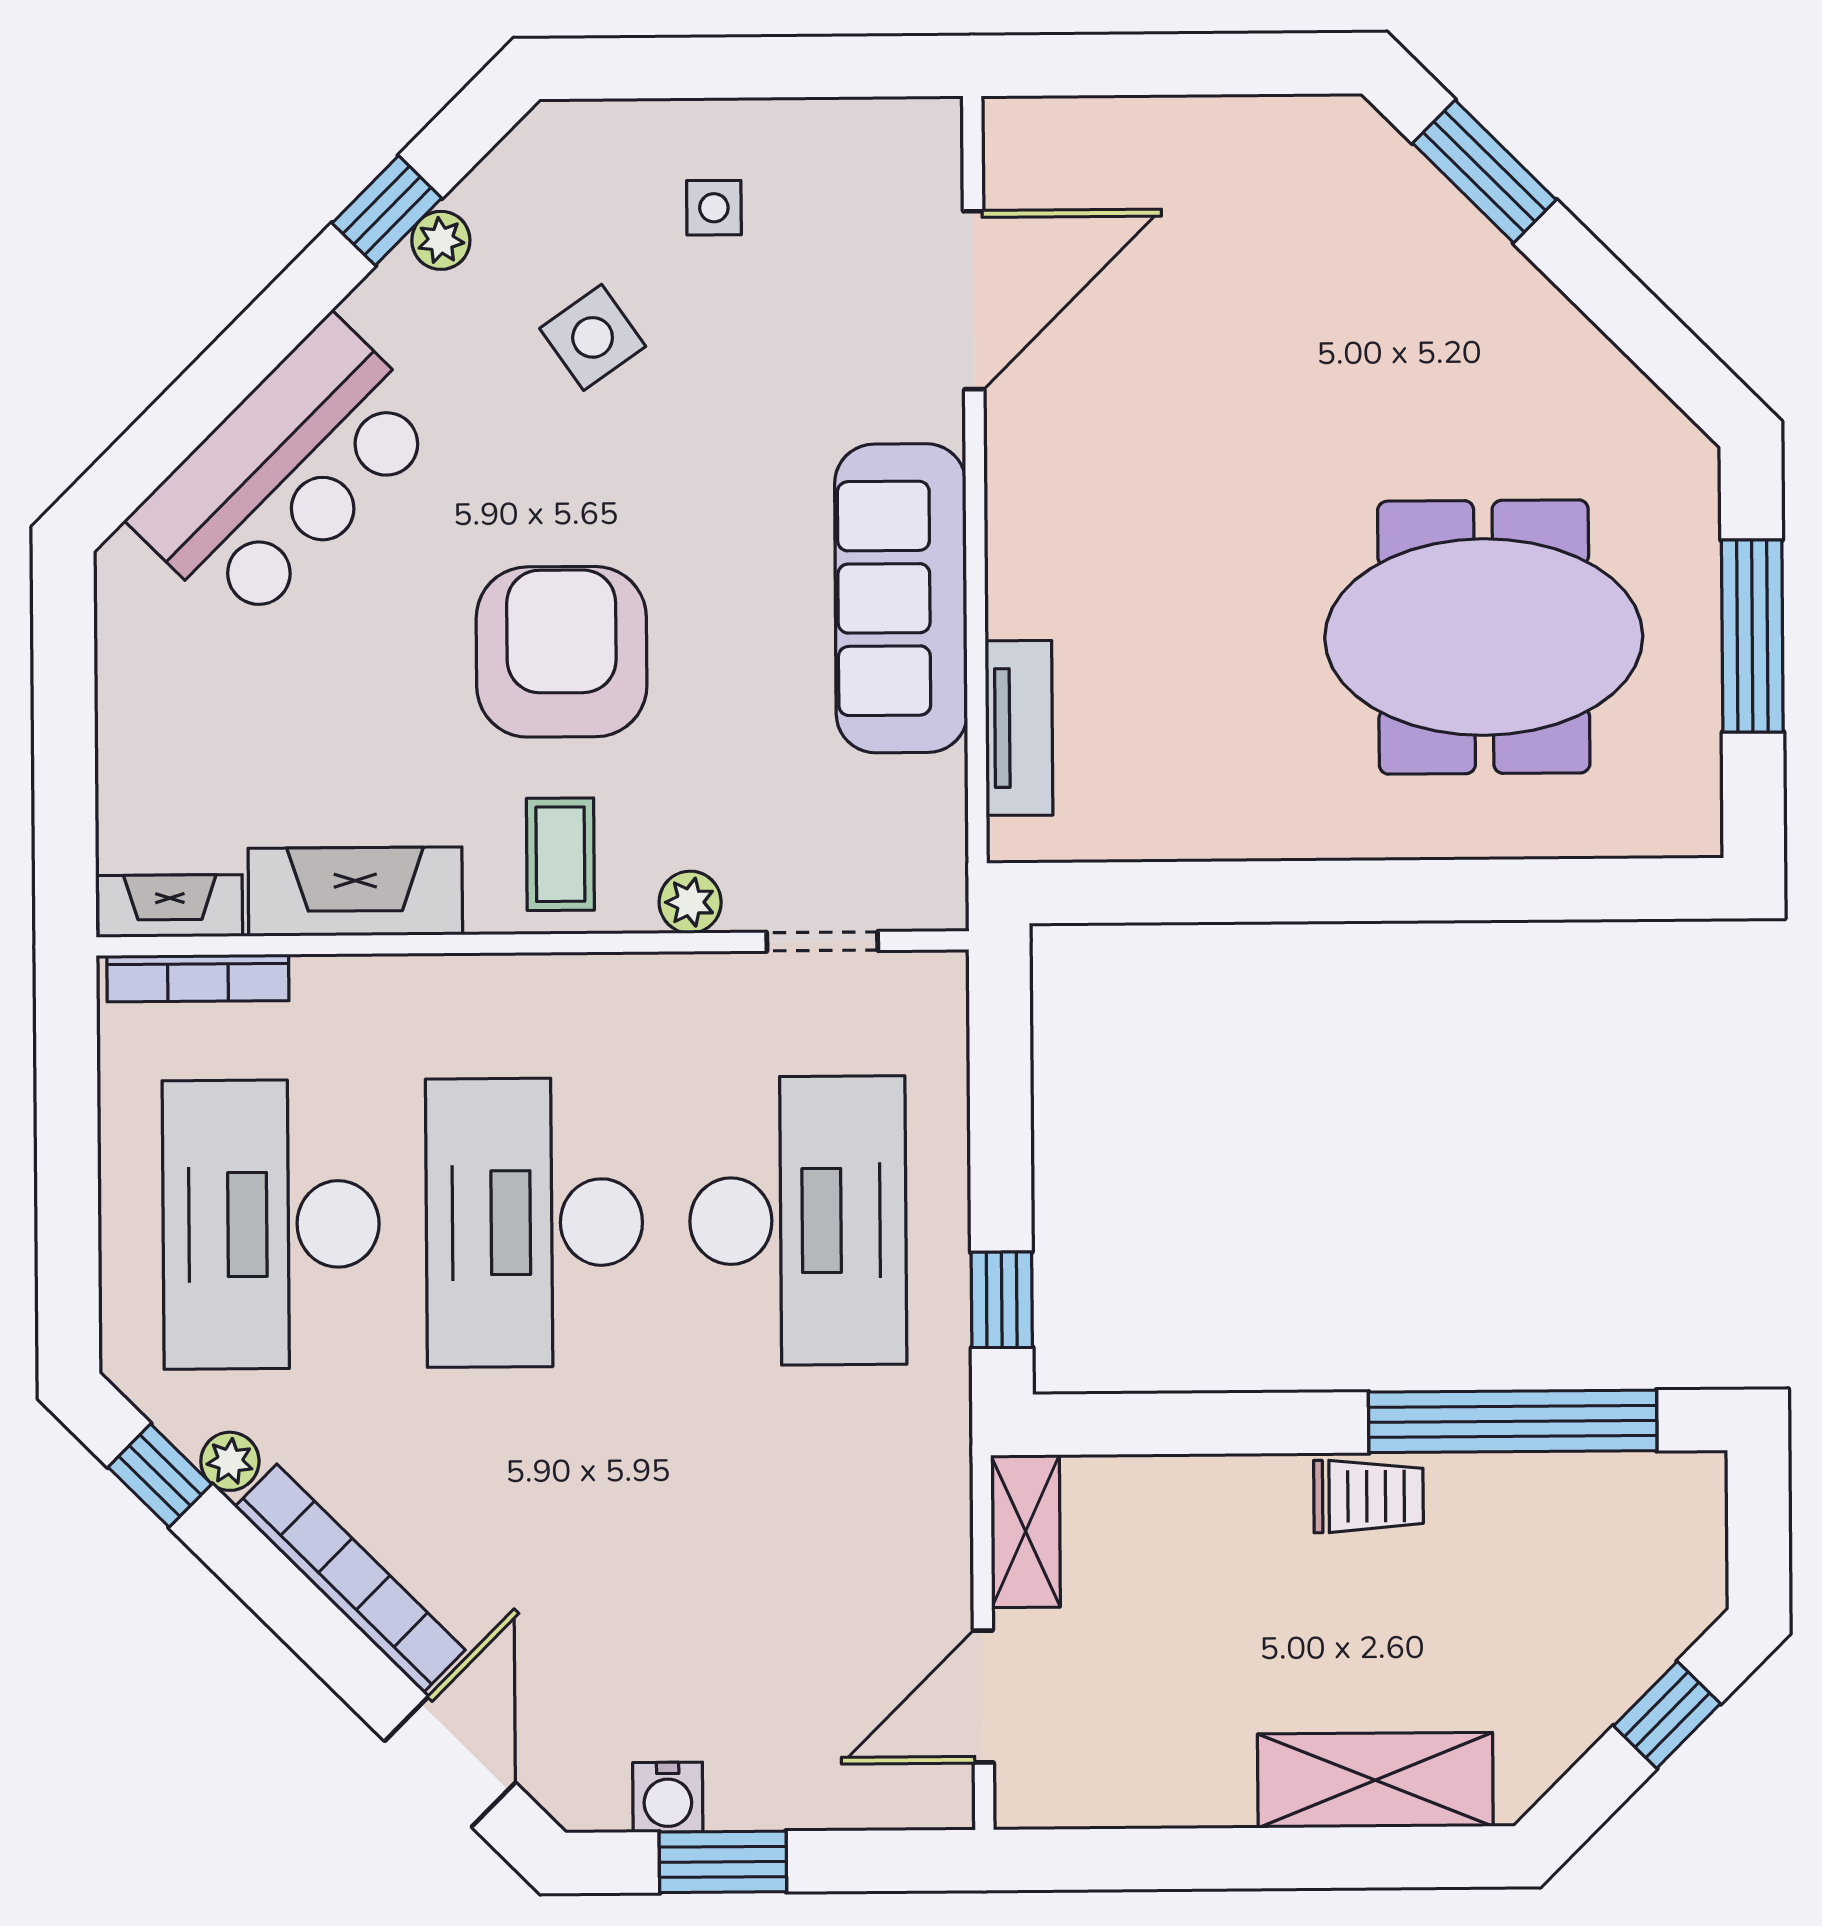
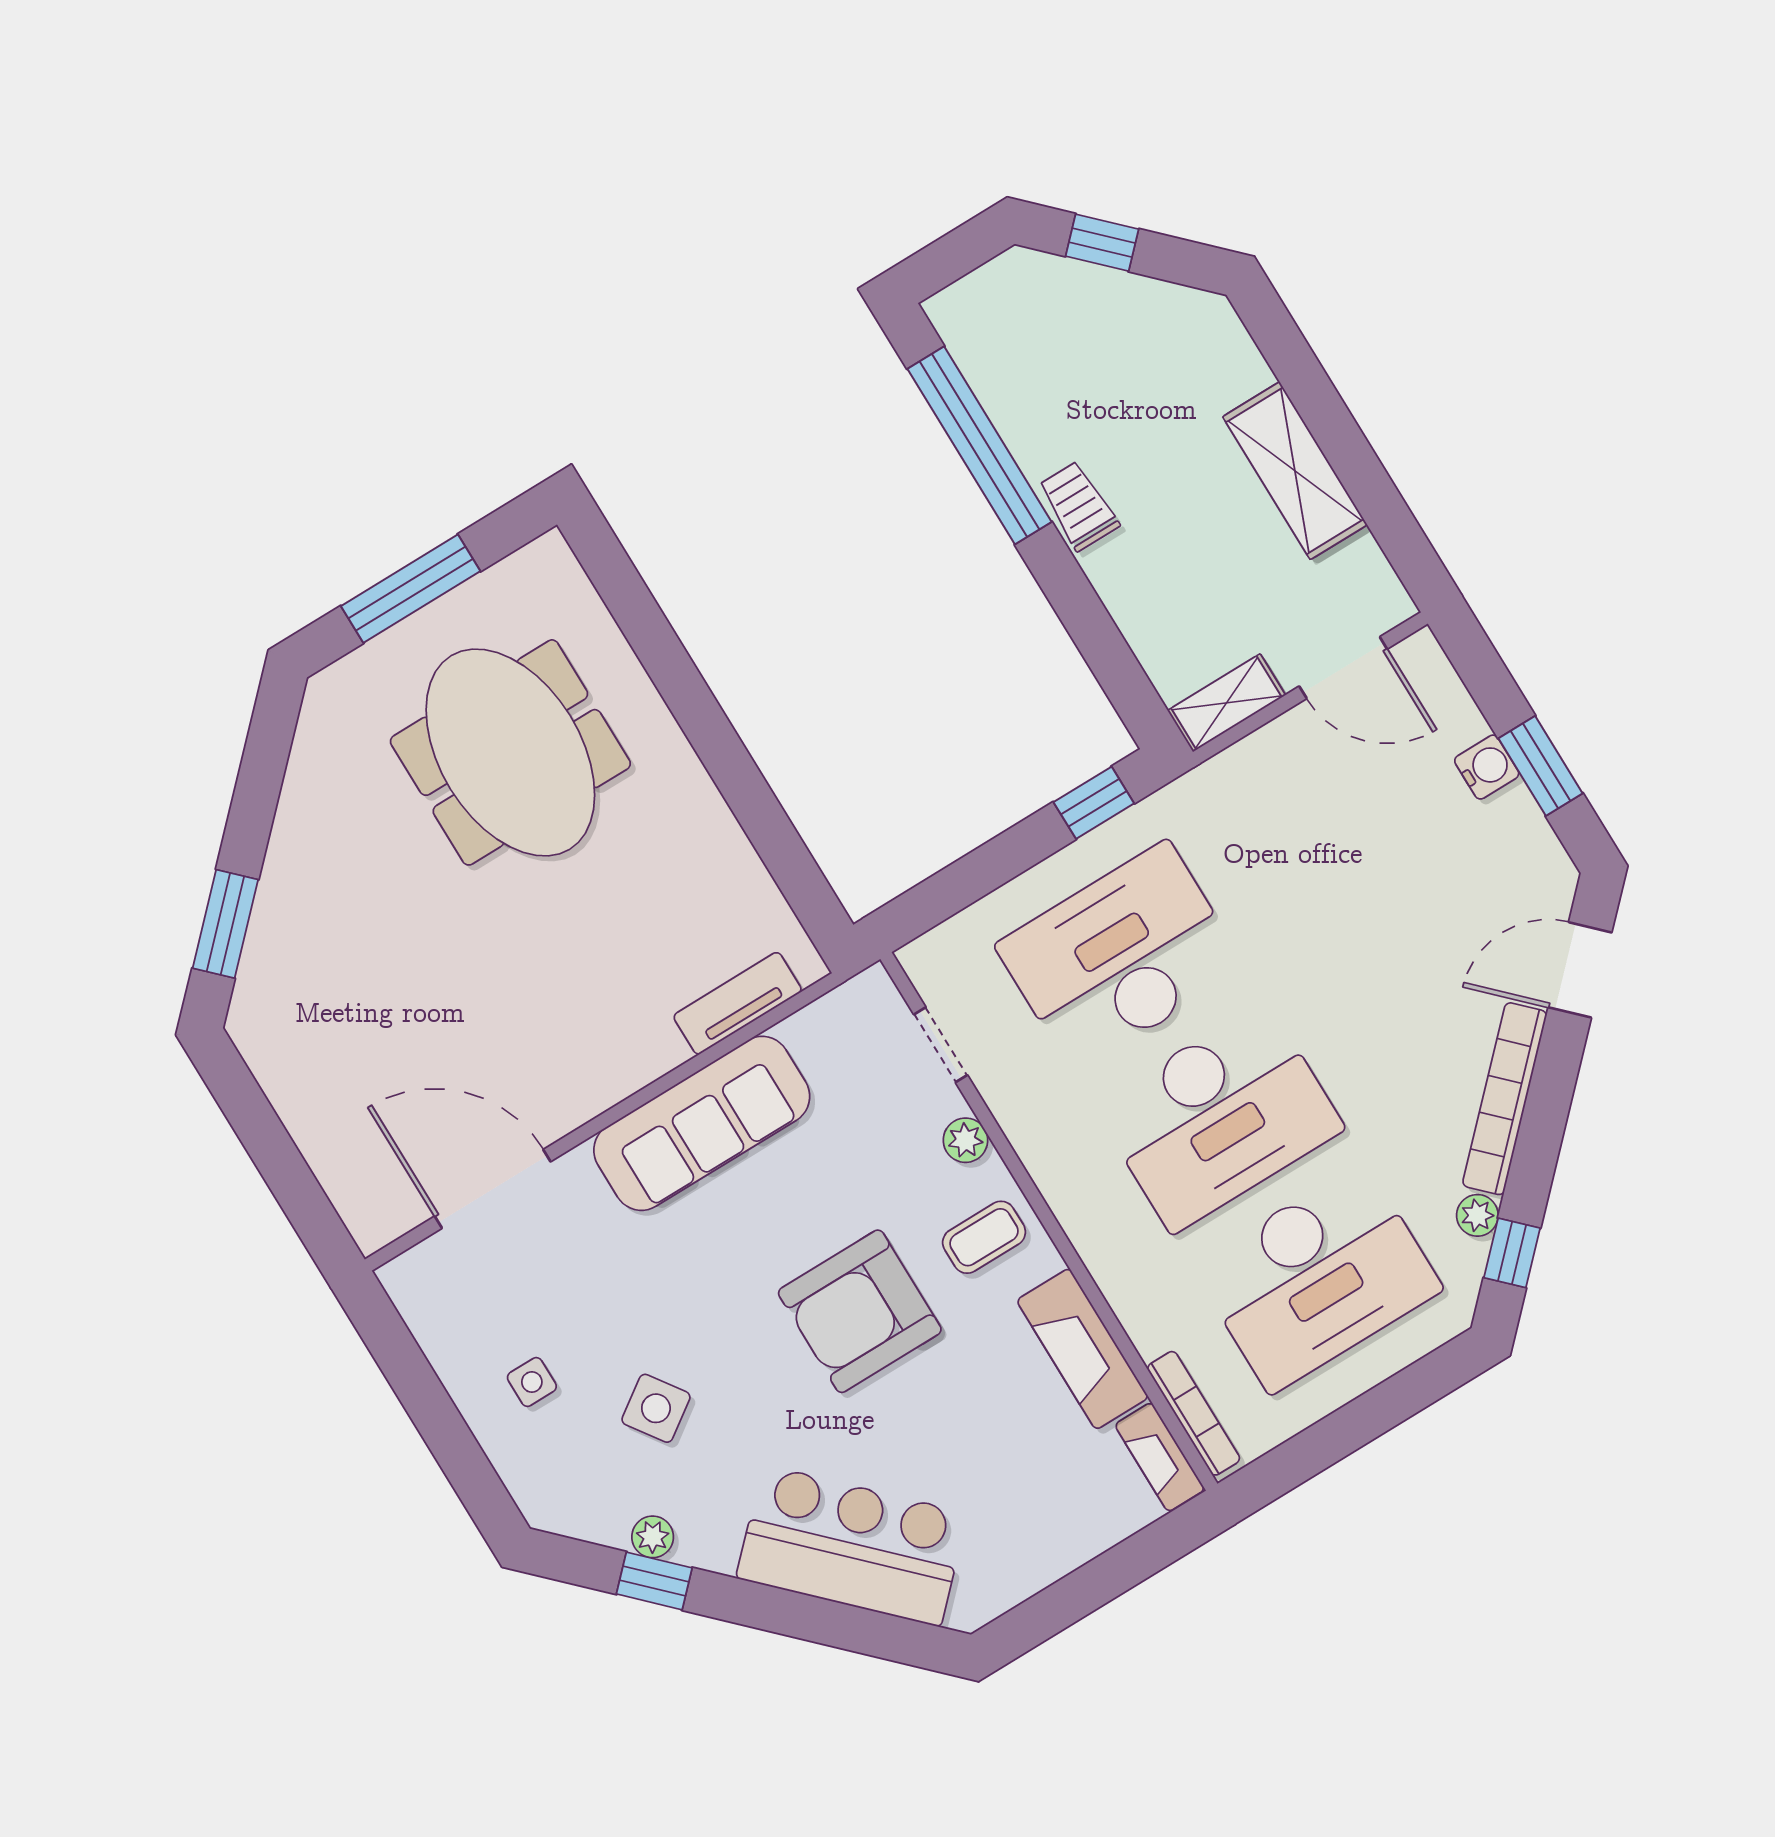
shelving: (1375, 1780) -> (1295, 471), moved
water cooler: (668, 1797) -> (1487, 767), moved

